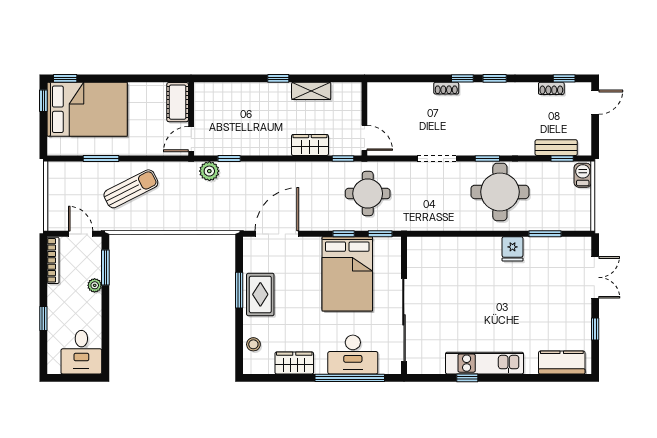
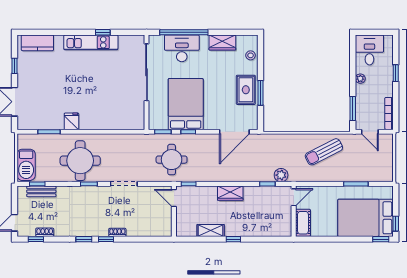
wardrobe: (310, 145) -> (230, 193), moved
barbecue: (583, 175) -> (26, 165), width x1.88, depth x1.53
sun lounger: (131, 189) -> (324, 152), moved
plant: (95, 285) -> (360, 79), moved

